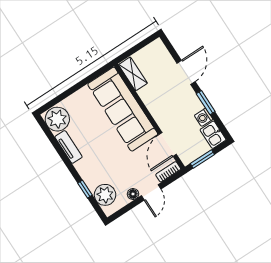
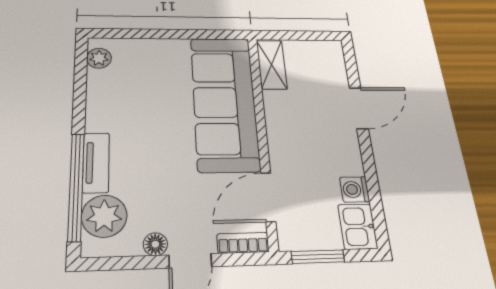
window: (206, 103) -> (370, 169), removed
plant: (57, 119) -> (99, 58), width x0.53, depth x0.53
tv unit: (69, 147) -> (96, 163), moved
window: (85, 189) -> (76, 186), width x3.17

